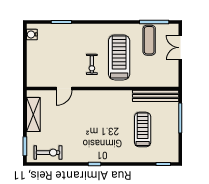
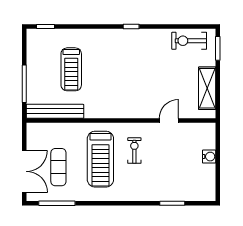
water cooler: (32, 34) -> (209, 157), moved
exercise mat: (149, 40) -> (58, 167), moved
double door: (180, 48) -> (24, 171), width x1.37

